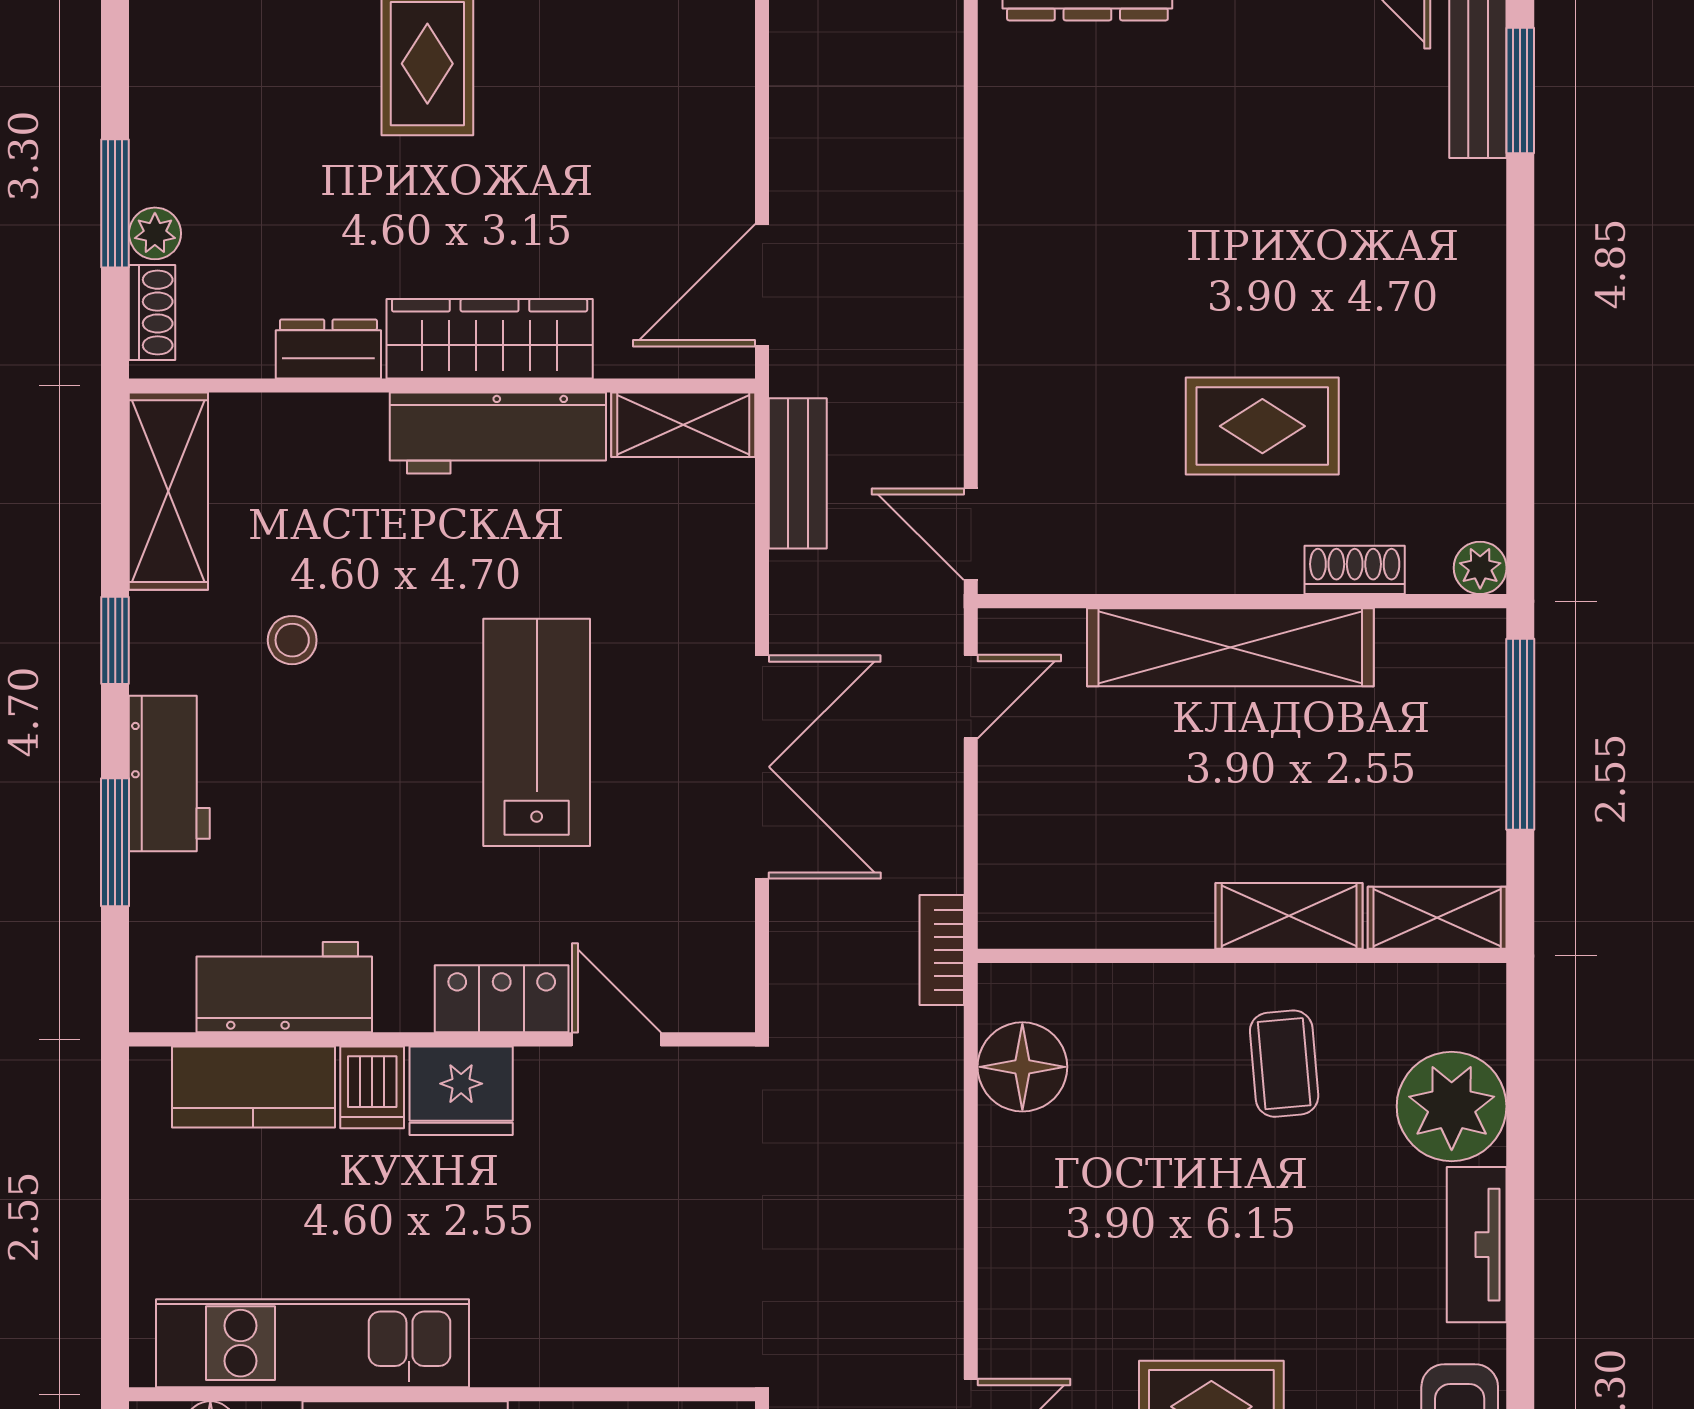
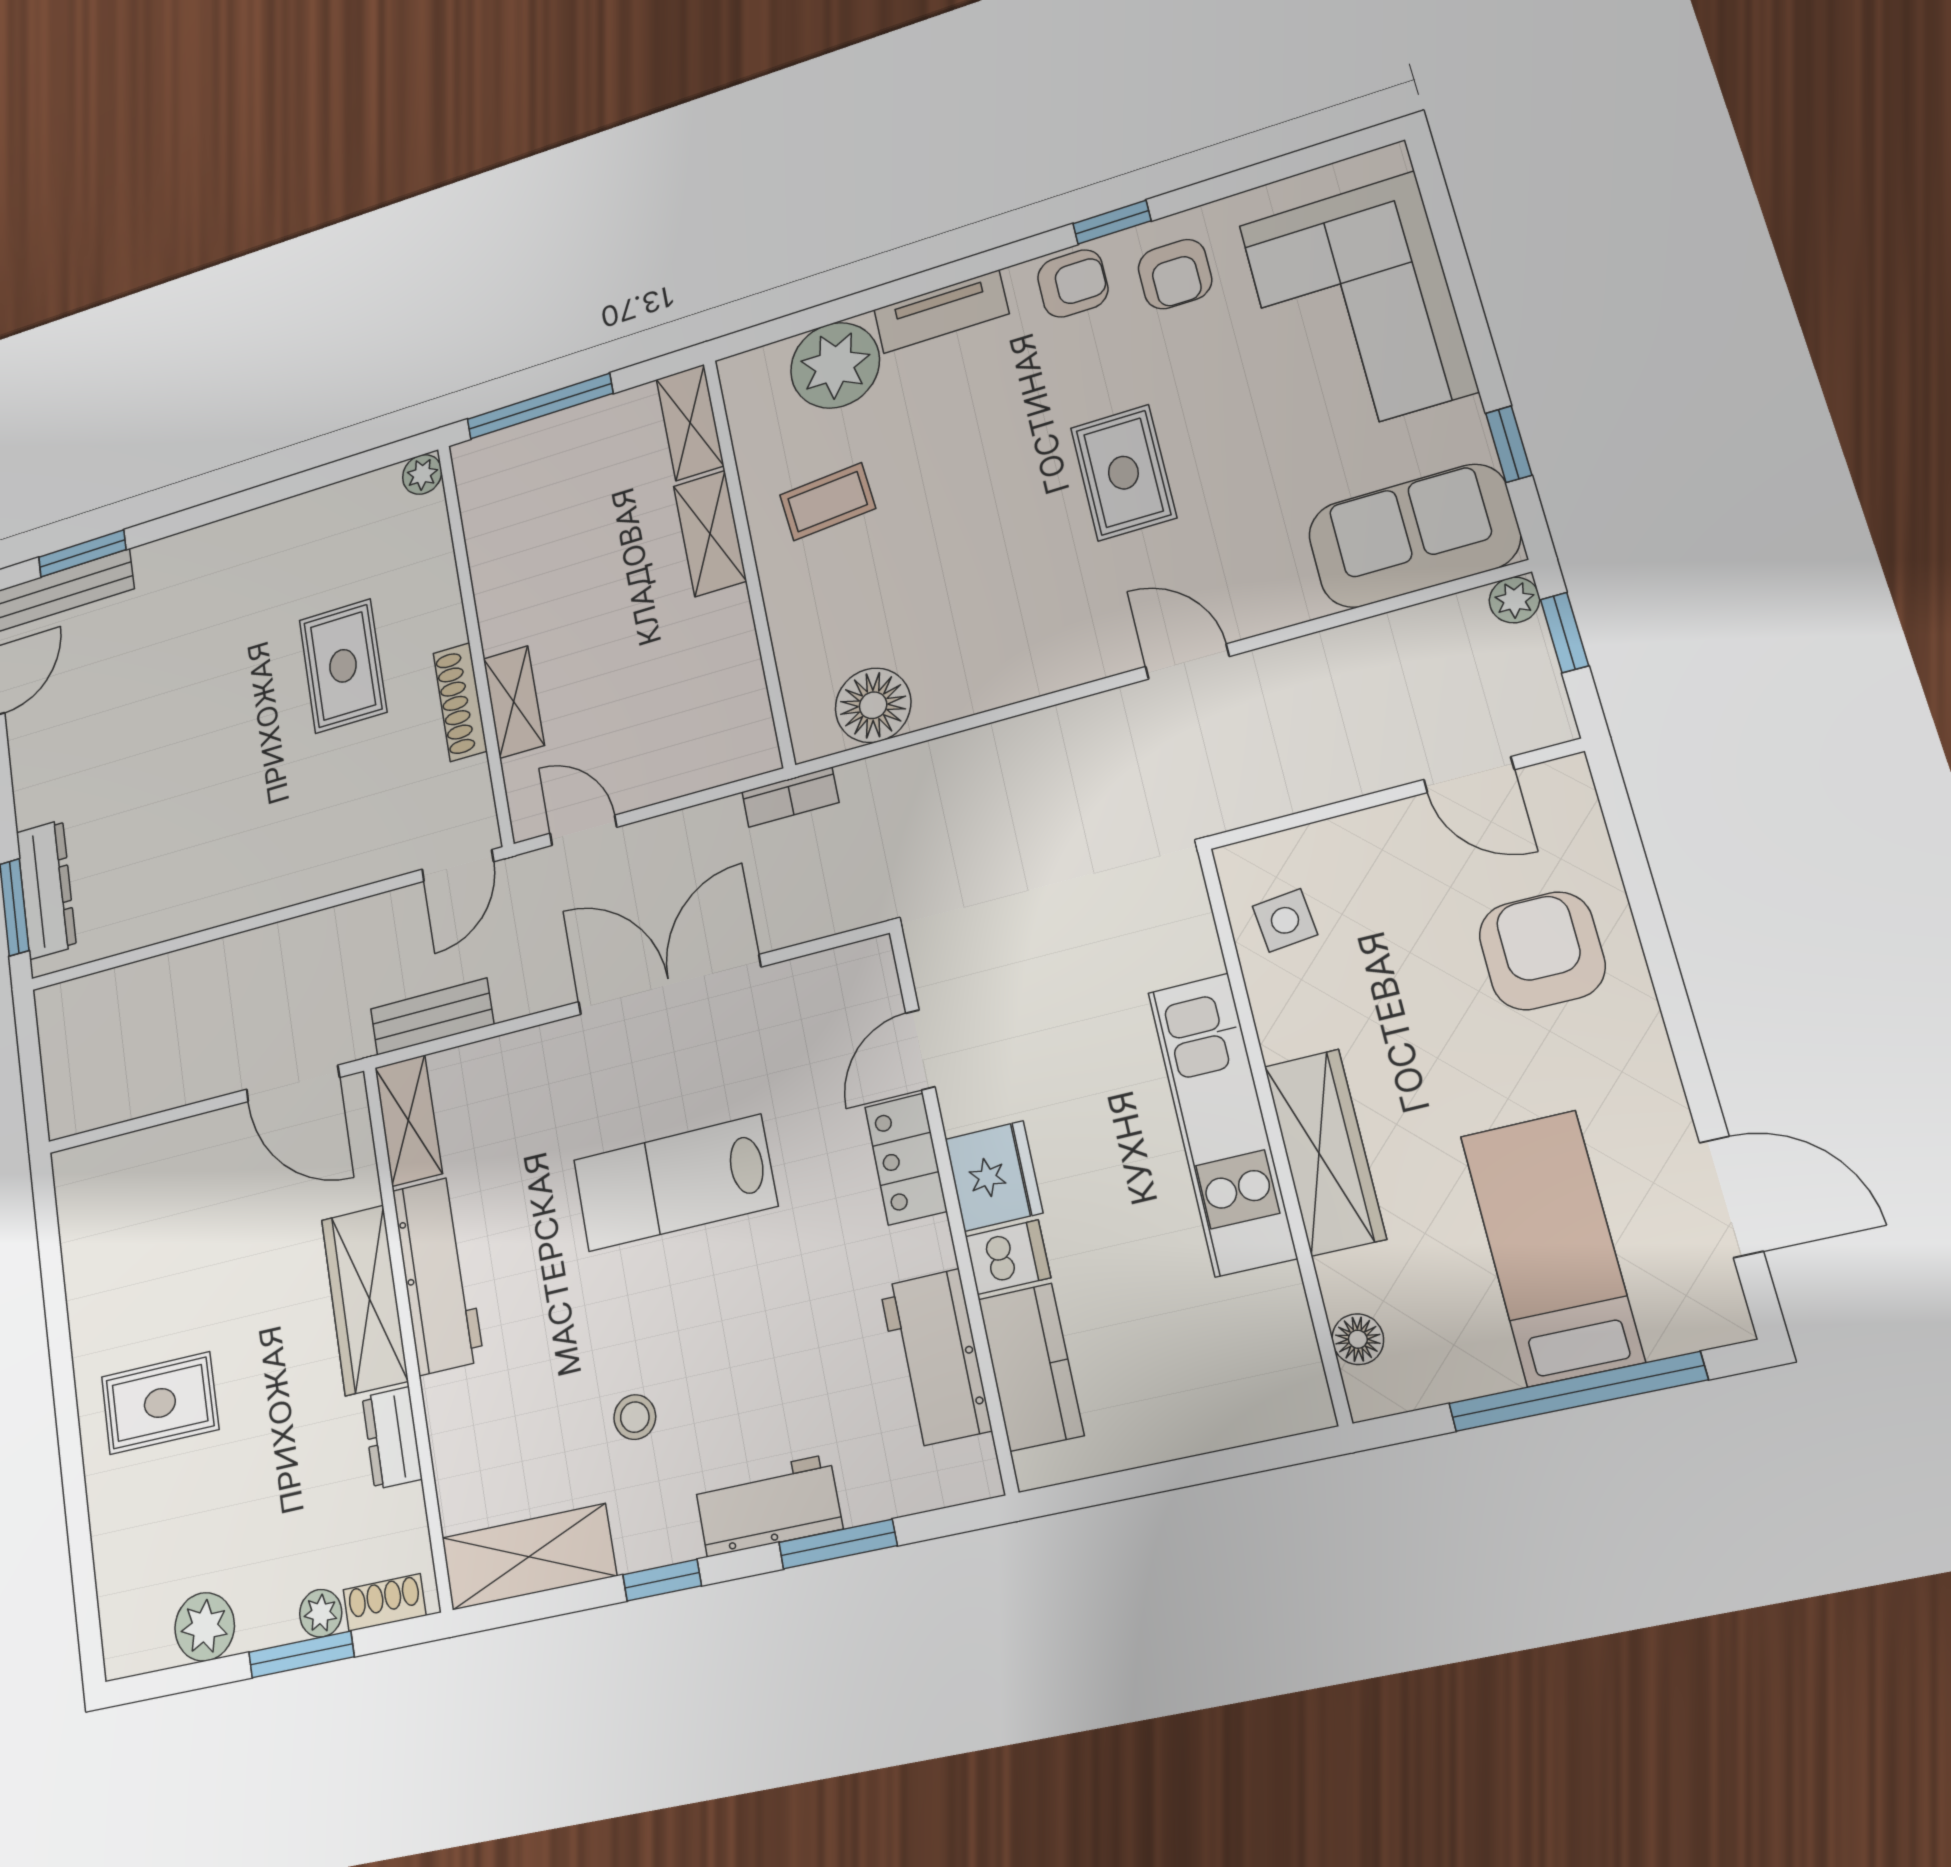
plant: (167, 88) -> (205, 1627), added
shoe rack: (1355, 570) -> (460, 702), moved, width x1.43
shelving: (1230, 647) -> (514, 702), width x0.45, depth x0.75
kitchen unit: (313, 1343) -> (1222, 1123), moved

